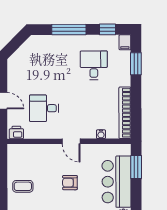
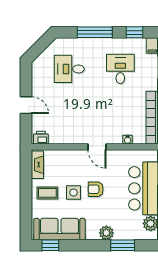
desk: (44, 108) -> (69, 69), moved
fireplace: (13, 159) -> (37, 165), added
side table: (48, 186) -> (74, 193), added

